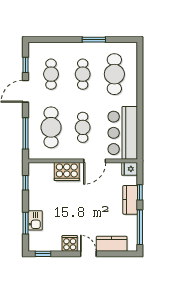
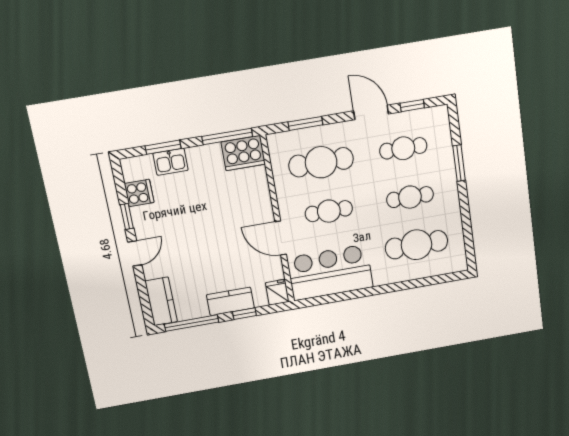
window: (94, 40) -> (459, 163), moved
window: (25, 133) -> (305, 123), width x0.69
cooker: (67, 172) -> (243, 153), moved, turned -90
window: (25, 183) -> (227, 136), width x2.17
cooker: (70, 243) -> (139, 193), moved
kitchen counter: (112, 244) -> (161, 301), moved
window: (43, 254) -> (127, 216), moved

